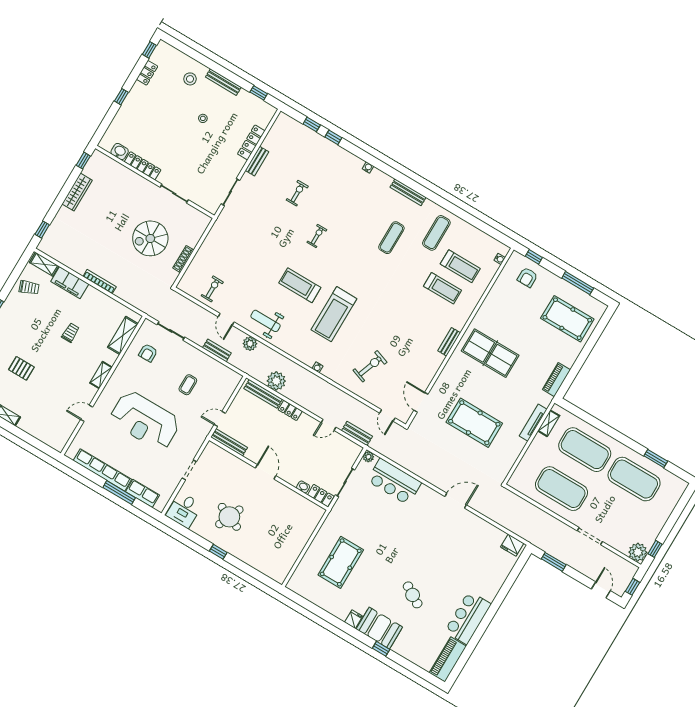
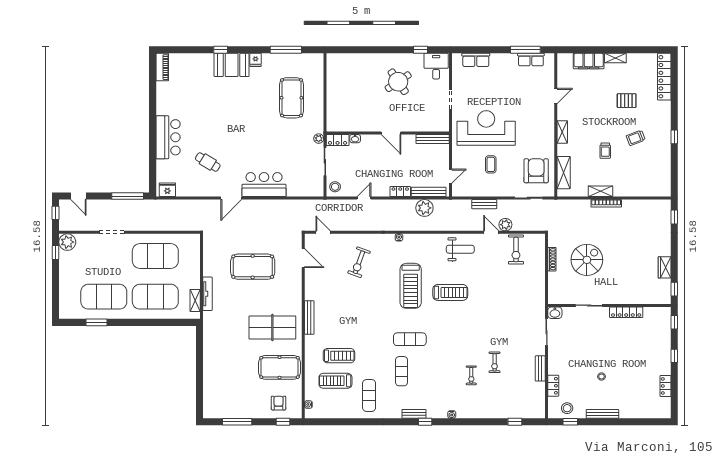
window: (149, 50) -> (674, 322), moved
stool: (190, 79) -> (567, 408), moved
window: (333, 137) -> (425, 422), moved
locker: (251, 142) -> (553, 386), width x0.66
washbasin: (120, 152) -> (555, 313), moved
wardrobe: (77, 192) -> (665, 267), width x0.67
bench: (408, 192) -> (414, 414), width x0.73
exercise bike: (317, 236) -> (471, 375), moved
exercise mat: (365, 263) -> (410, 339), added
shelving: (44, 264) -> (600, 191), moved
filing cabinet: (70, 283) -> (589, 61), moved, turned 180
trolley: (29, 288) -> (636, 138), moved
treadmill: (443, 288) -> (339, 356), turned 180
exercise bike: (212, 289) -> (516, 250), width x1.38, depth x1.39
treadmill: (334, 314) -> (411, 286), turned 180
pool table: (567, 319) -> (279, 367), moved
bench: (449, 342) -> (309, 317), width x1.36
plant: (250, 344) -> (505, 225), moved
armchair: (148, 353) -> (536, 171), width x1.88, depth x1.88
piano: (556, 380) -> (209, 338), removed
door: (220, 419) -> (451, 176), moved
reception desk: (145, 421) -> (486, 128), moved
bench: (357, 433) -> (338, 205), removed
stool: (350, 452) -> (335, 187), added
plant: (368, 457) -> (319, 139), moved
row of seats: (102, 470) -> (531, 60), width x0.50
bar counter: (394, 482) -> (264, 185), moved
window: (119, 493) -> (525, 50), moved
round table: (229, 517) -> (398, 82), turned 33
window: (218, 552) -> (421, 50), moved
window: (554, 562) -> (128, 196), width x1.44
cafe table: (413, 595) -> (208, 162), moved
window: (319, 611) -> (286, 50), added
bar counter: (468, 618) -> (168, 137), moved
piano: (448, 660) -> (162, 67), width x0.73, depth x0.75

